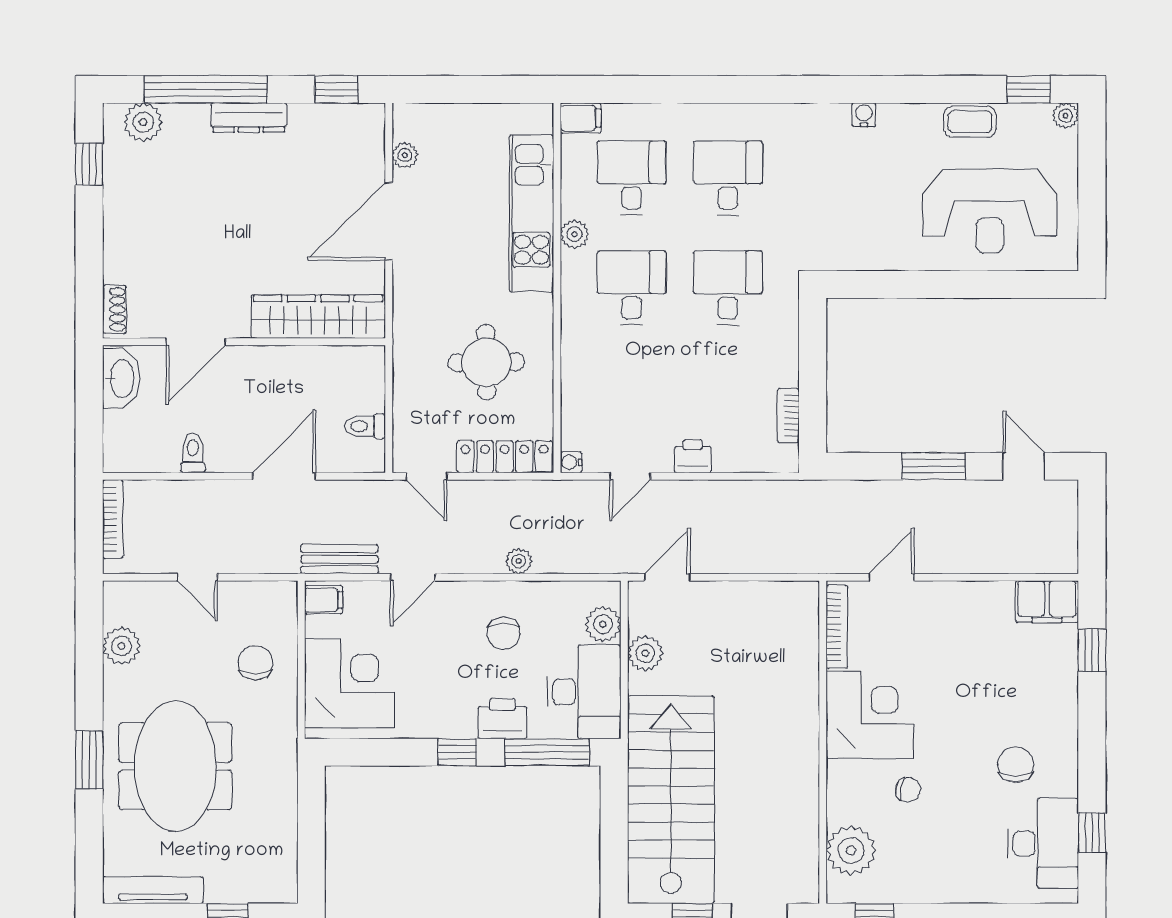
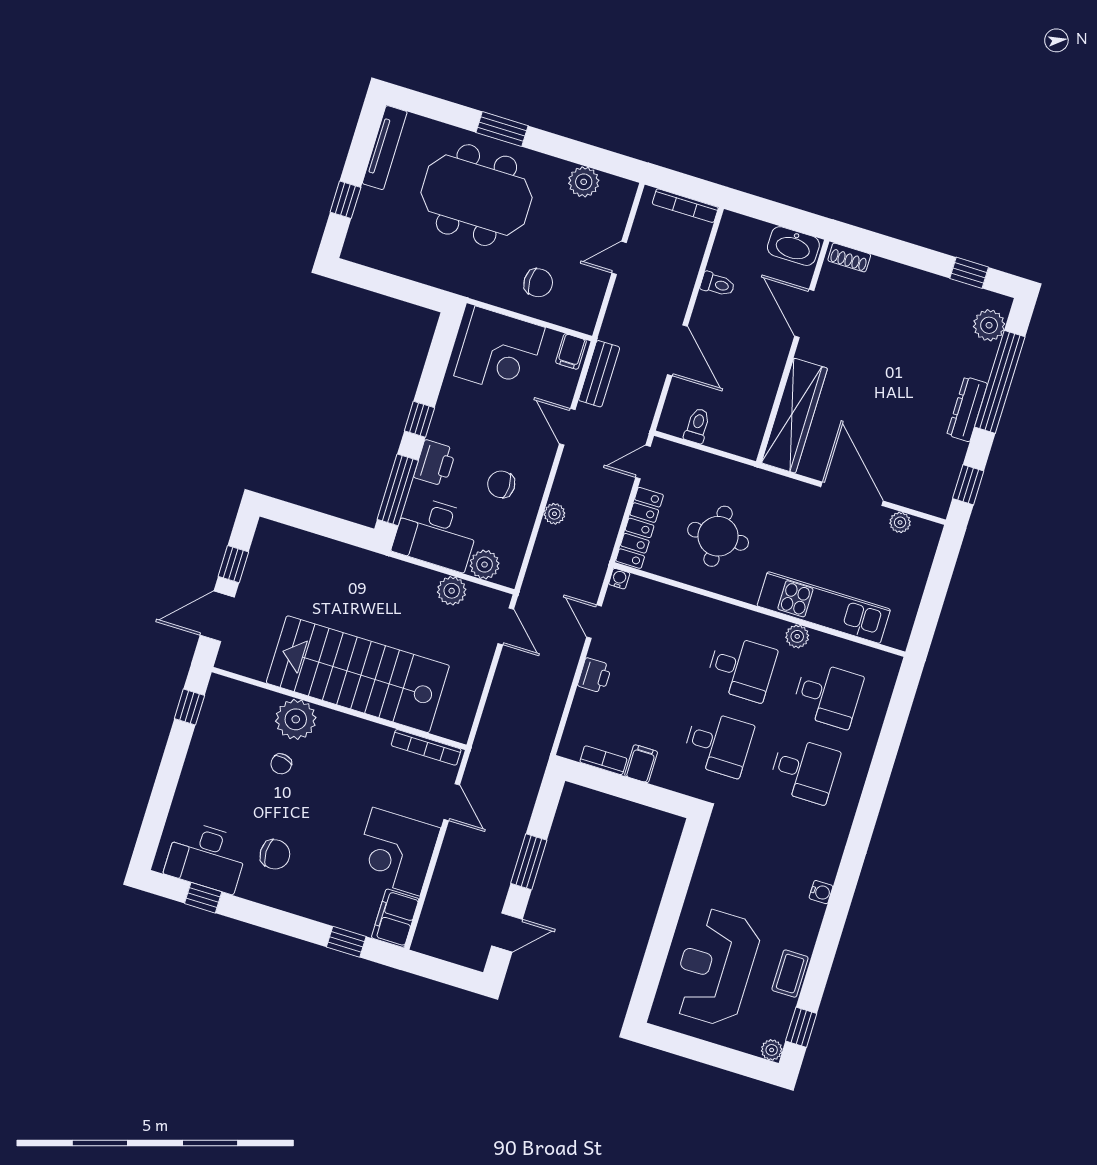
filing cabinet: (581, 118) -> (641, 764), moved, turned 180
corner desk: (870, 715) -> (396, 852), moved, turned 90
stairs: (671, 800) -> (358, 674), moved, turned 180
plant: (851, 851) -> (296, 719), moved

